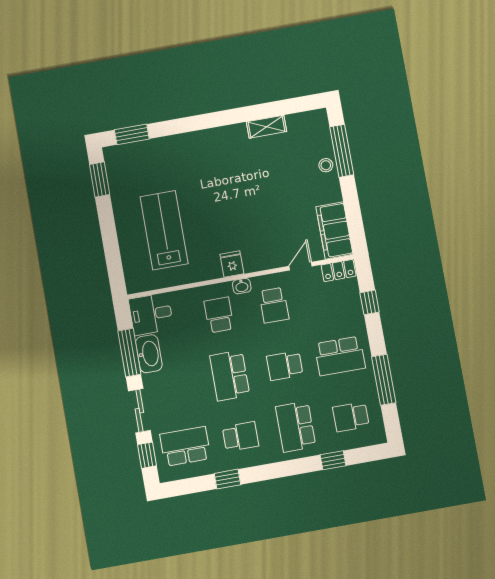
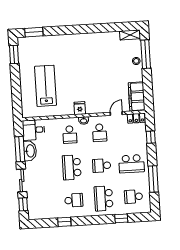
shelving: (266, 127) -> (130, 35), moved
school desk: (219, 315) -> (70, 135), turned 180
school desk: (185, 446) -> (44, 202), removed

